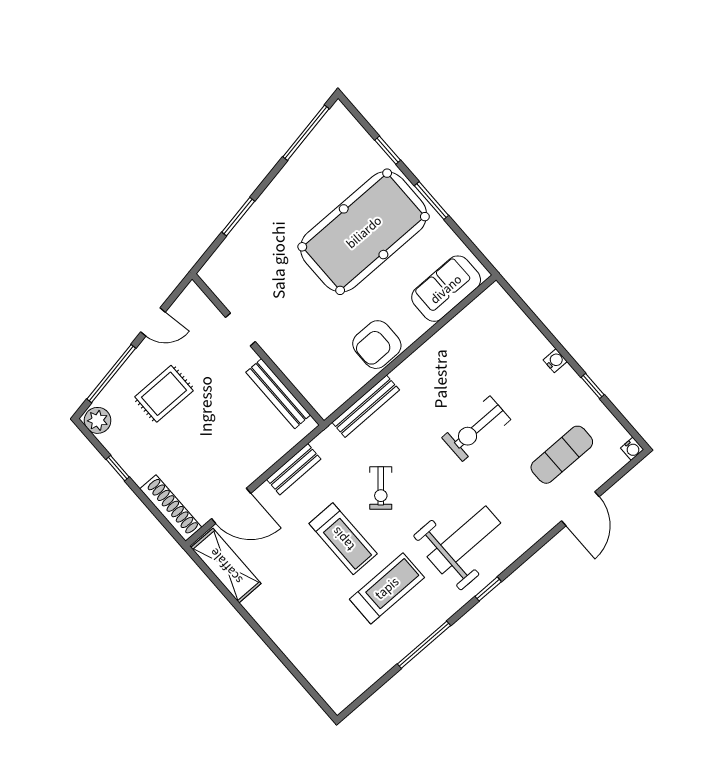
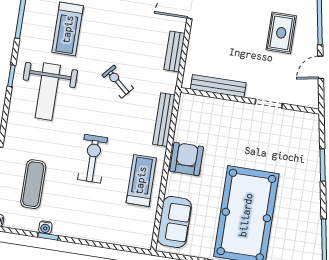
water cooler: (555, 361) -> (45, 227), moved
treadmill: (343, 539) -> (141, 180), moved, turned 90

